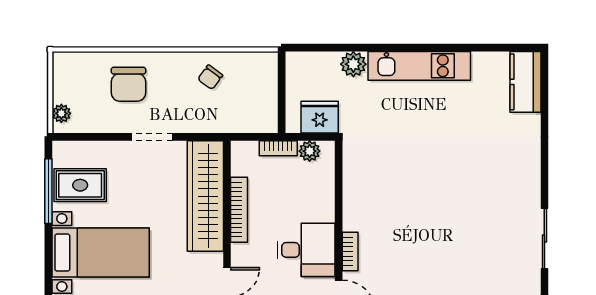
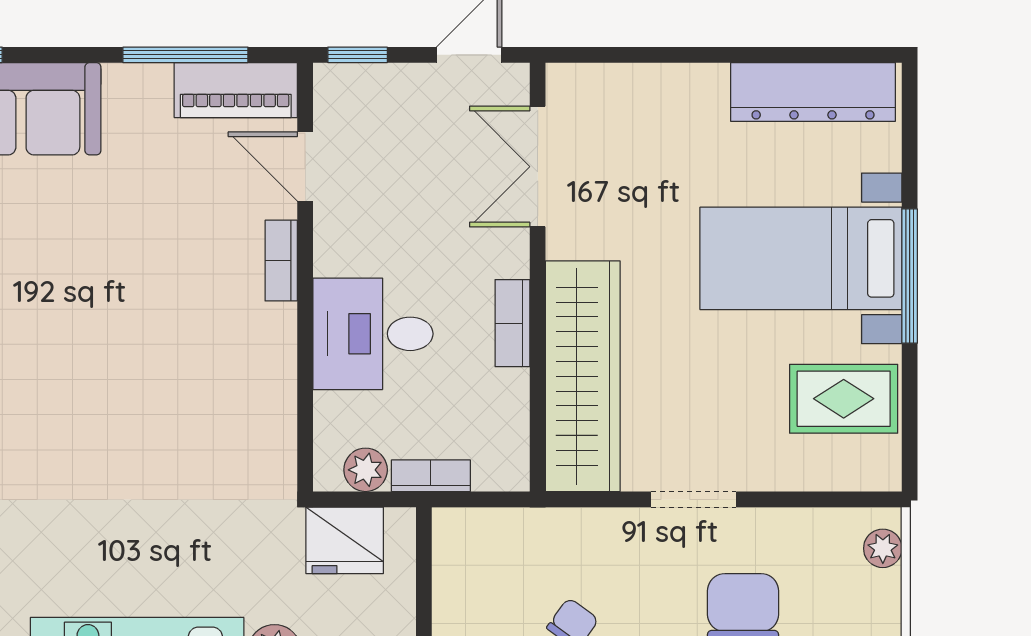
window: (48, 191) -> (910, 276), moved
bookcase: (239, 210) -> (512, 323), width x0.64
desk: (306, 250) -> (373, 334), moved

